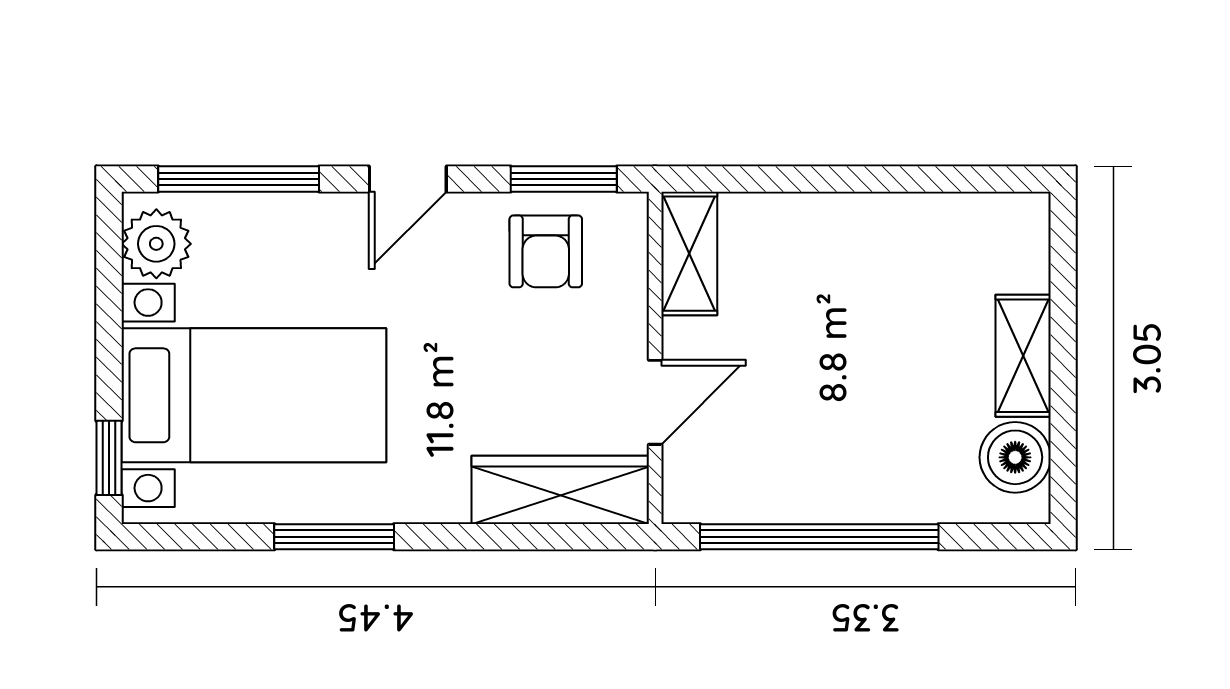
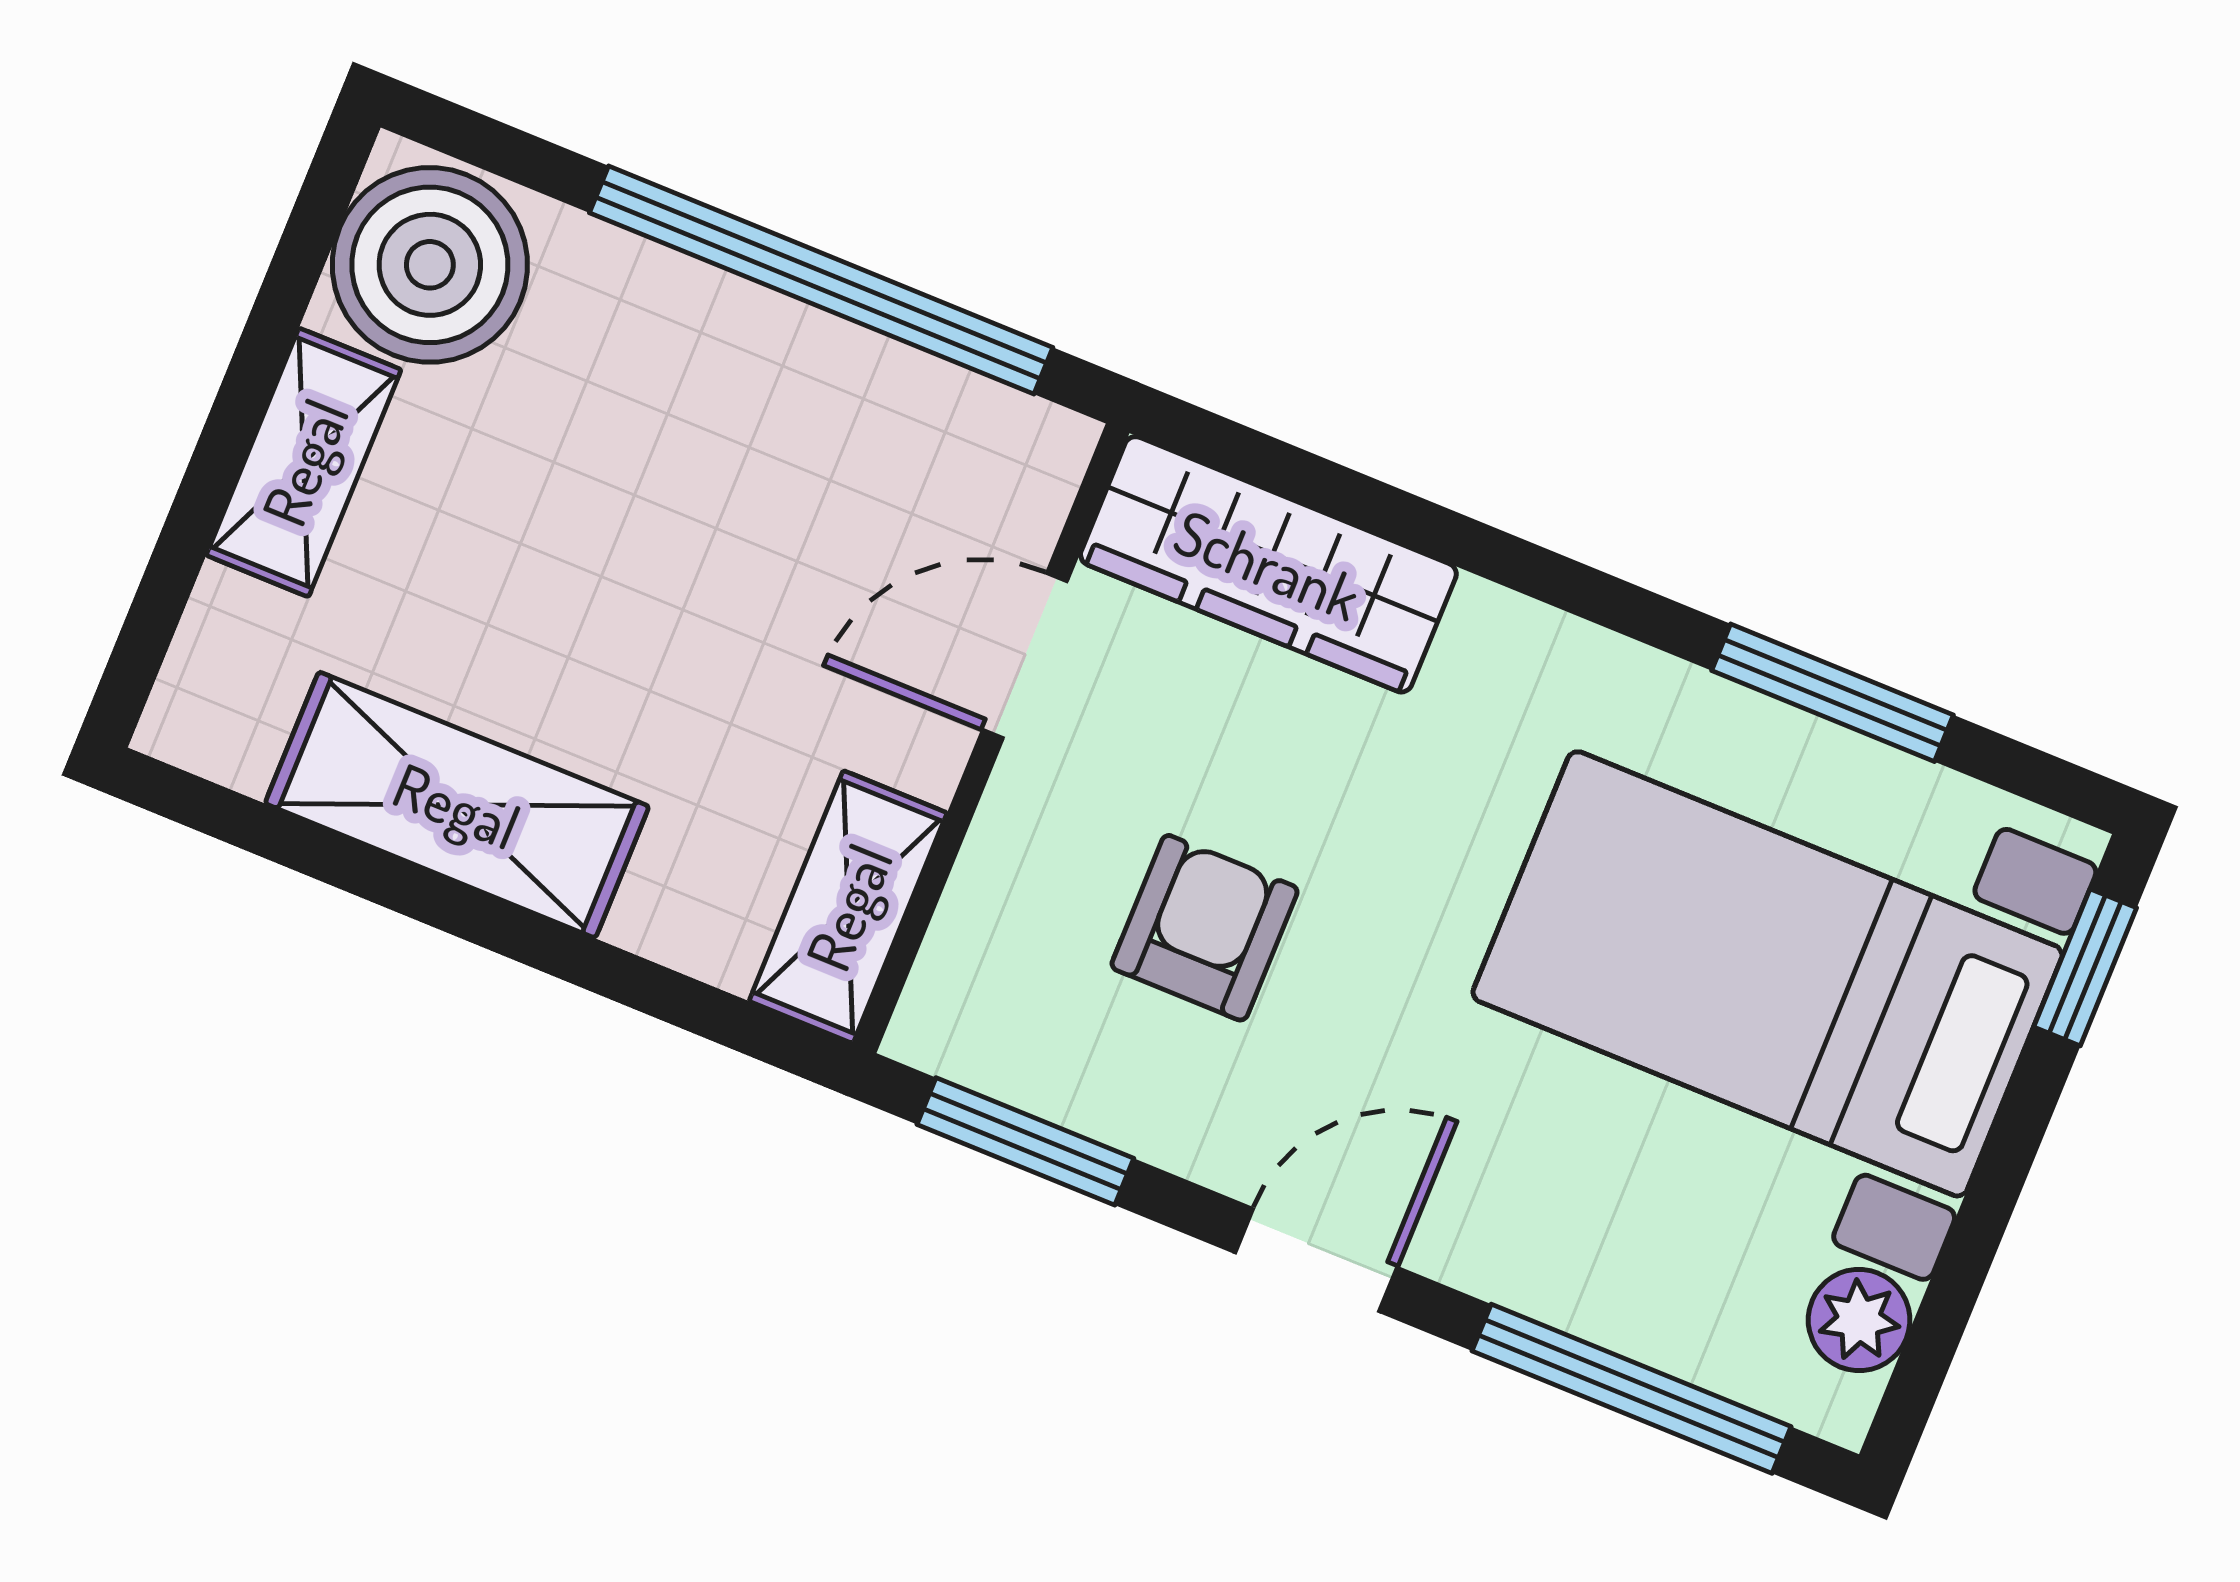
shelving: (888, 227) -> (457, 805), added
plant: (156, 244) -> (1859, 1320), width x0.73, depth x0.73
armchair: (546, 251) -> (1205, 928), moved
boiler: (1015, 457) -> (430, 265), width x1.37, depth x1.37
window: (334, 537) -> (1833, 693), moved

